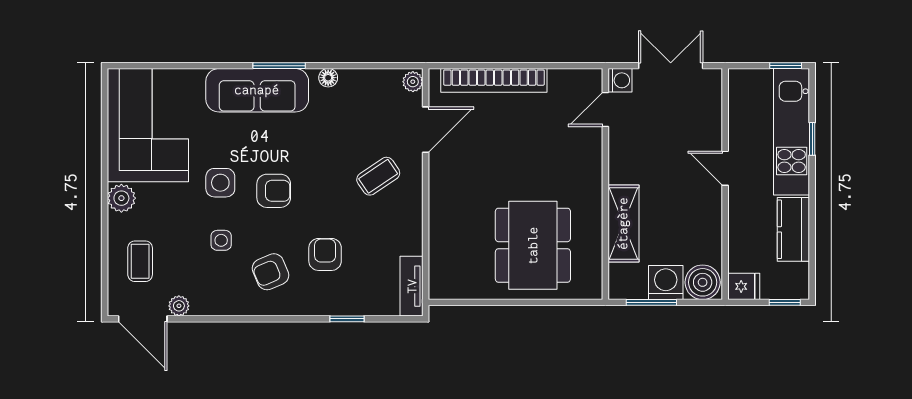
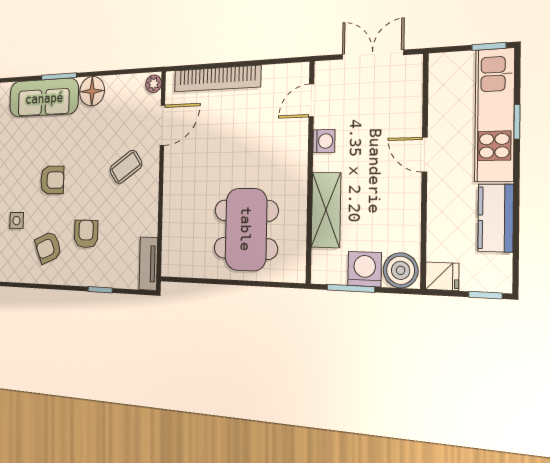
floor lamp: (328, 78) -> (92, 91), width x1.89, depth x1.89
washing machine: (620, 80) -> (324, 141), moved
side table: (220, 183) -> (17, 174), removed

